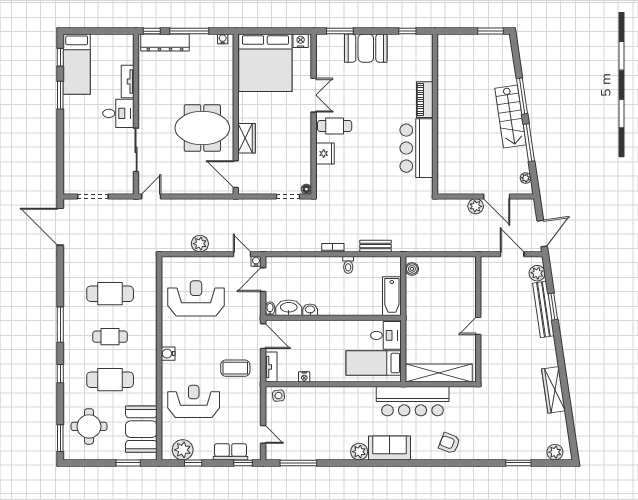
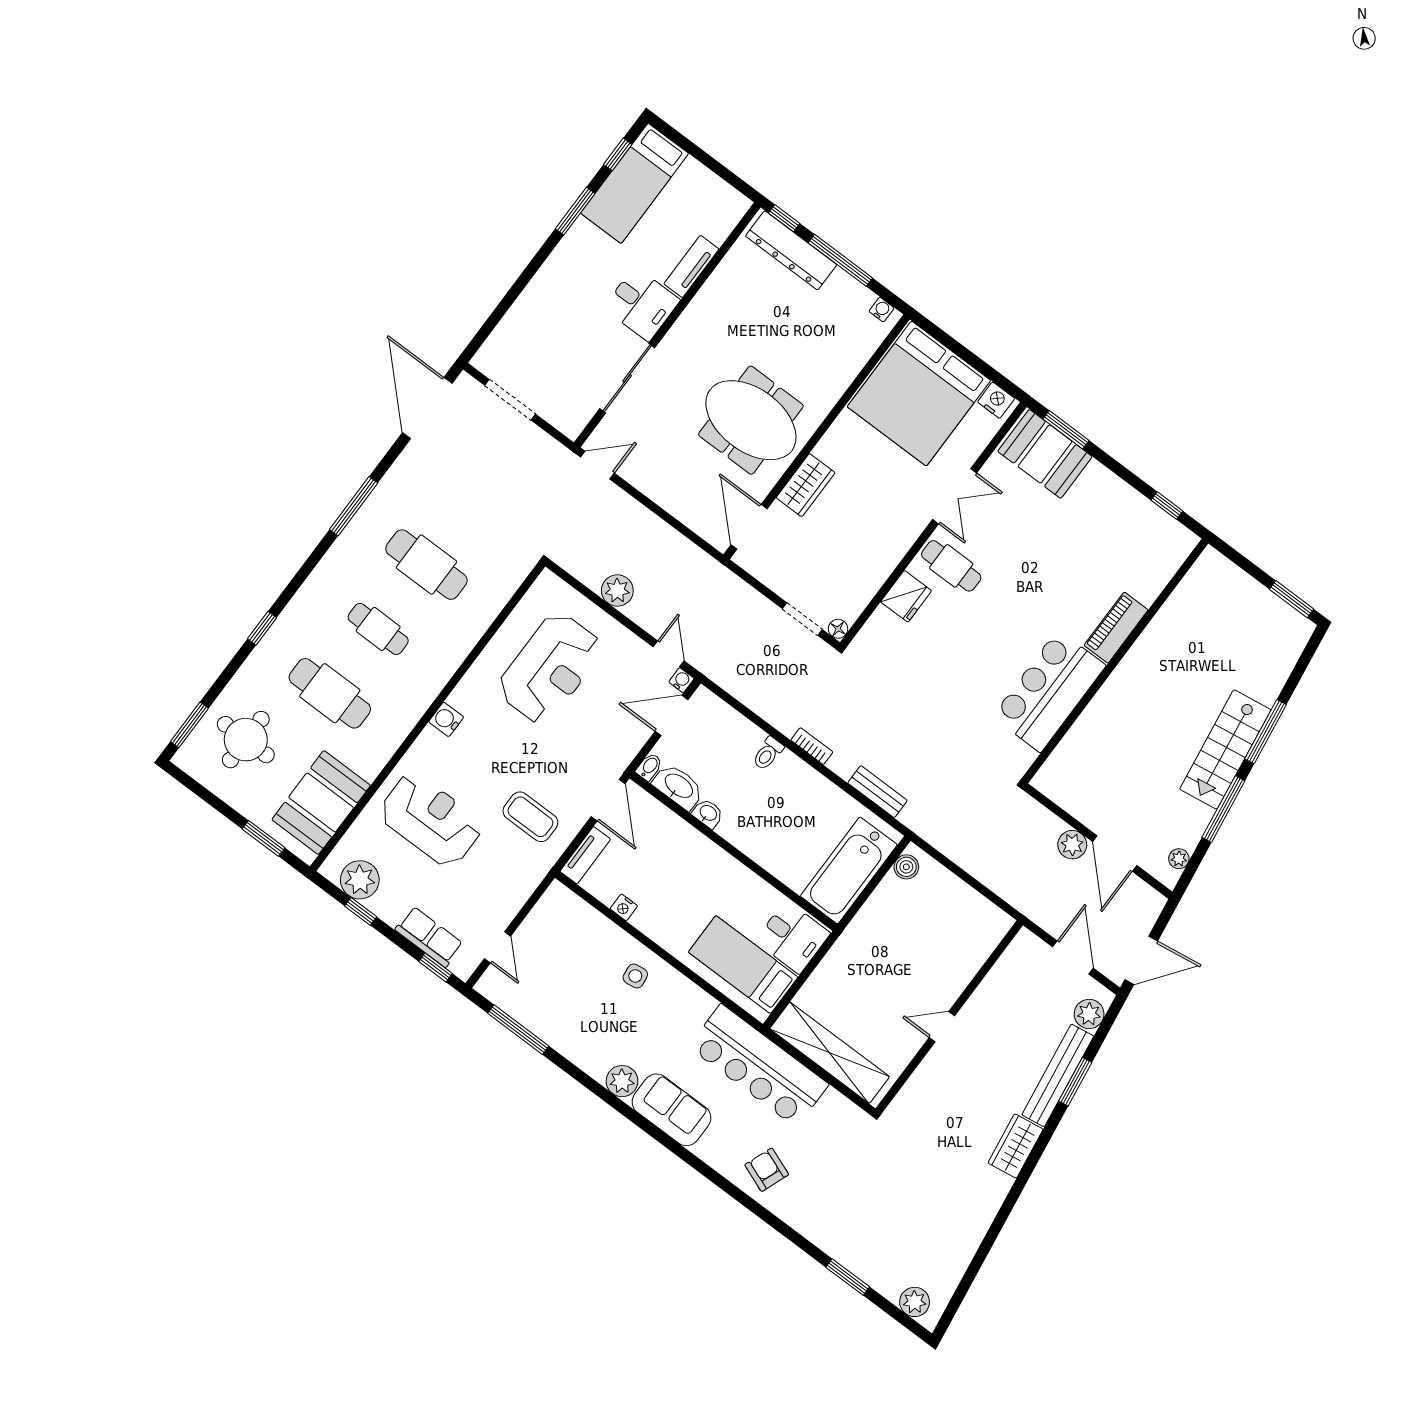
booth: (366, 48) -> (1045, 454), moved
toilet: (348, 265) -> (768, 753), moved
bathtub: (392, 296) -> (849, 870), width x1.36, depth x1.36
reception desk: (196, 298) -> (550, 668), turned 90
window: (60, 325) -> (354, 506), moved
wardrobe: (553, 390) -> (1016, 1146), moved, width x0.67
side table: (279, 396) -> (635, 976), moved

